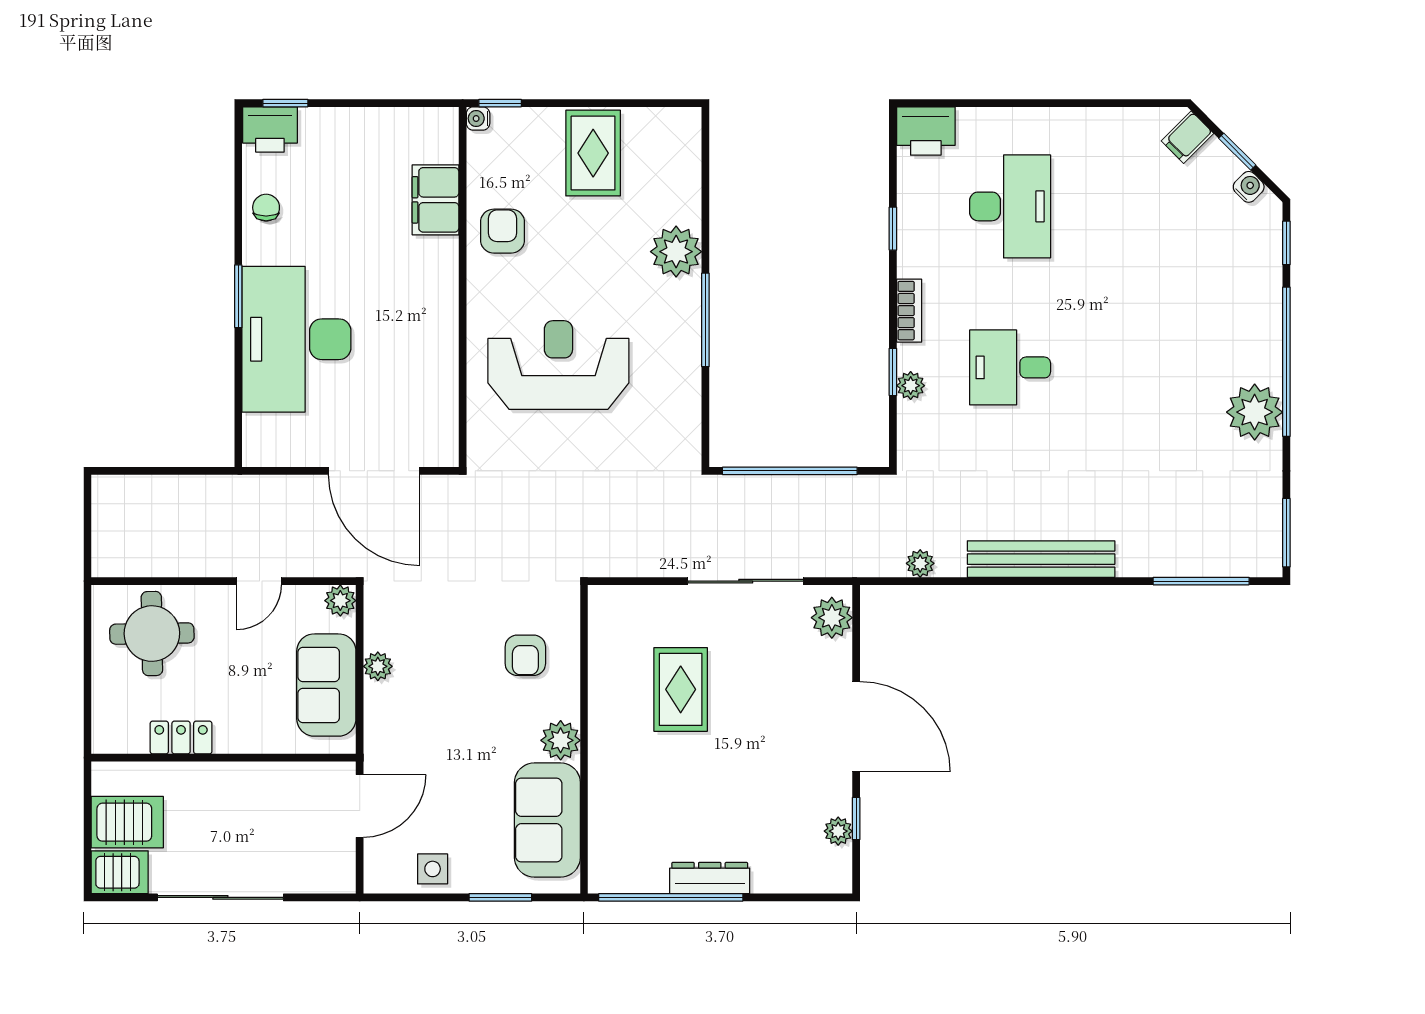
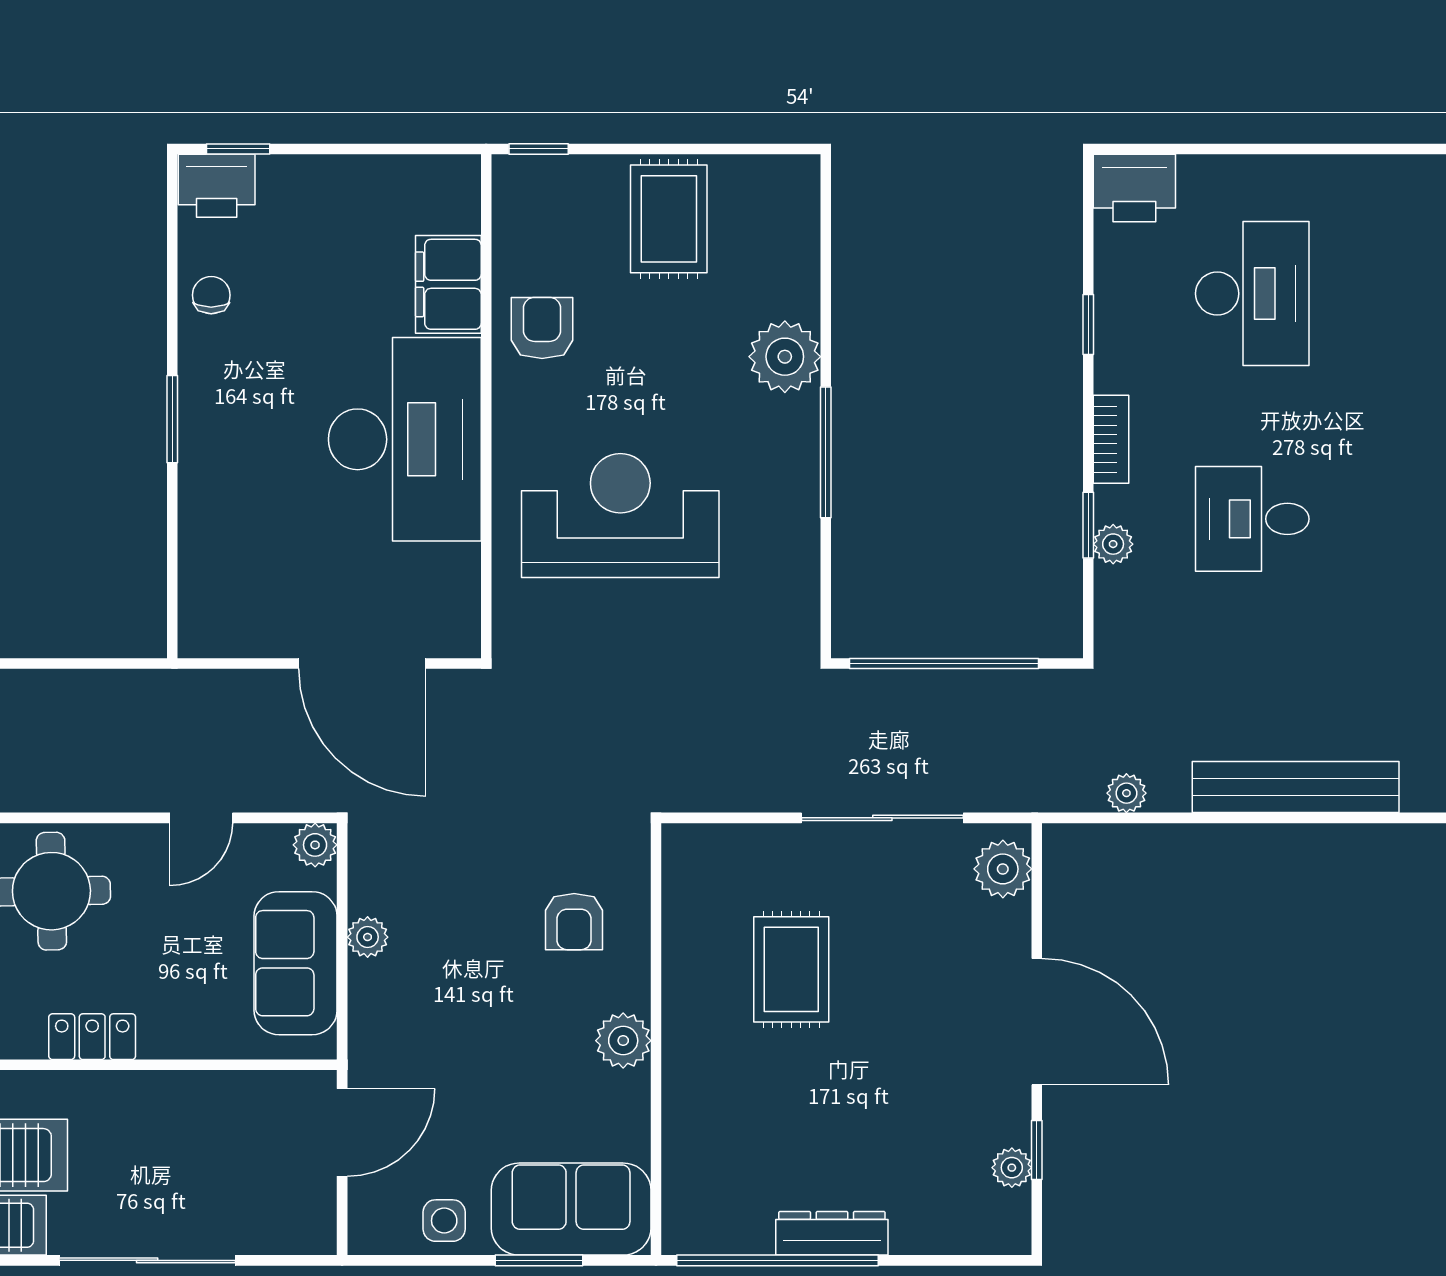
water cooler: (478, 118) -> (508, 170), removed
desk: (296, 339) -> (405, 439), moved, turned 180
sofa: (547, 820) -> (571, 1209), moved, turned 90

